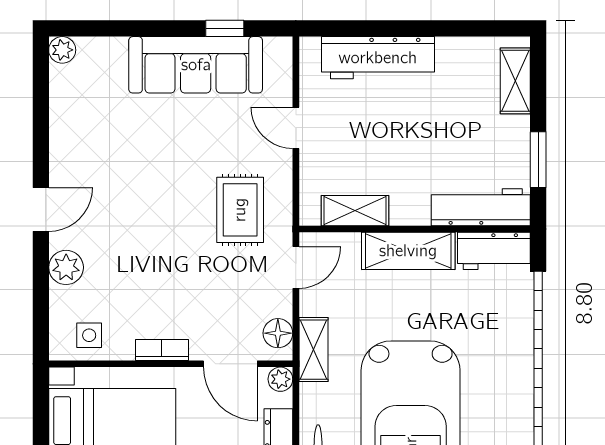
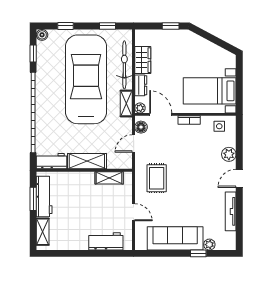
window: (225, 28) -> (198, 253), moved
plant: (62, 50) -> (209, 245), moved
workbench: (378, 58) -> (106, 241), width x0.73
tv unit: (62, 130) -> (231, 211), added
workbench: (481, 207) -> (44, 197), moved, turned -90
door: (296, 267) -> (134, 143), moved
shelving: (313, 350) -> (126, 104), moved

